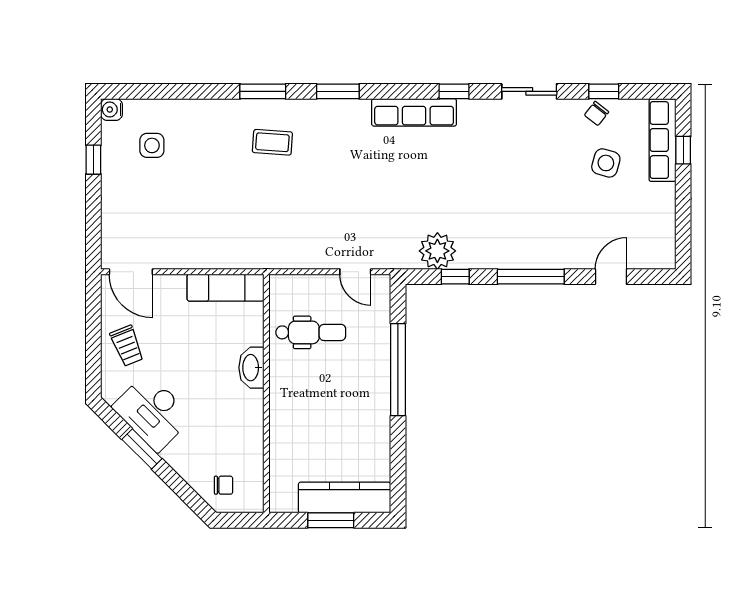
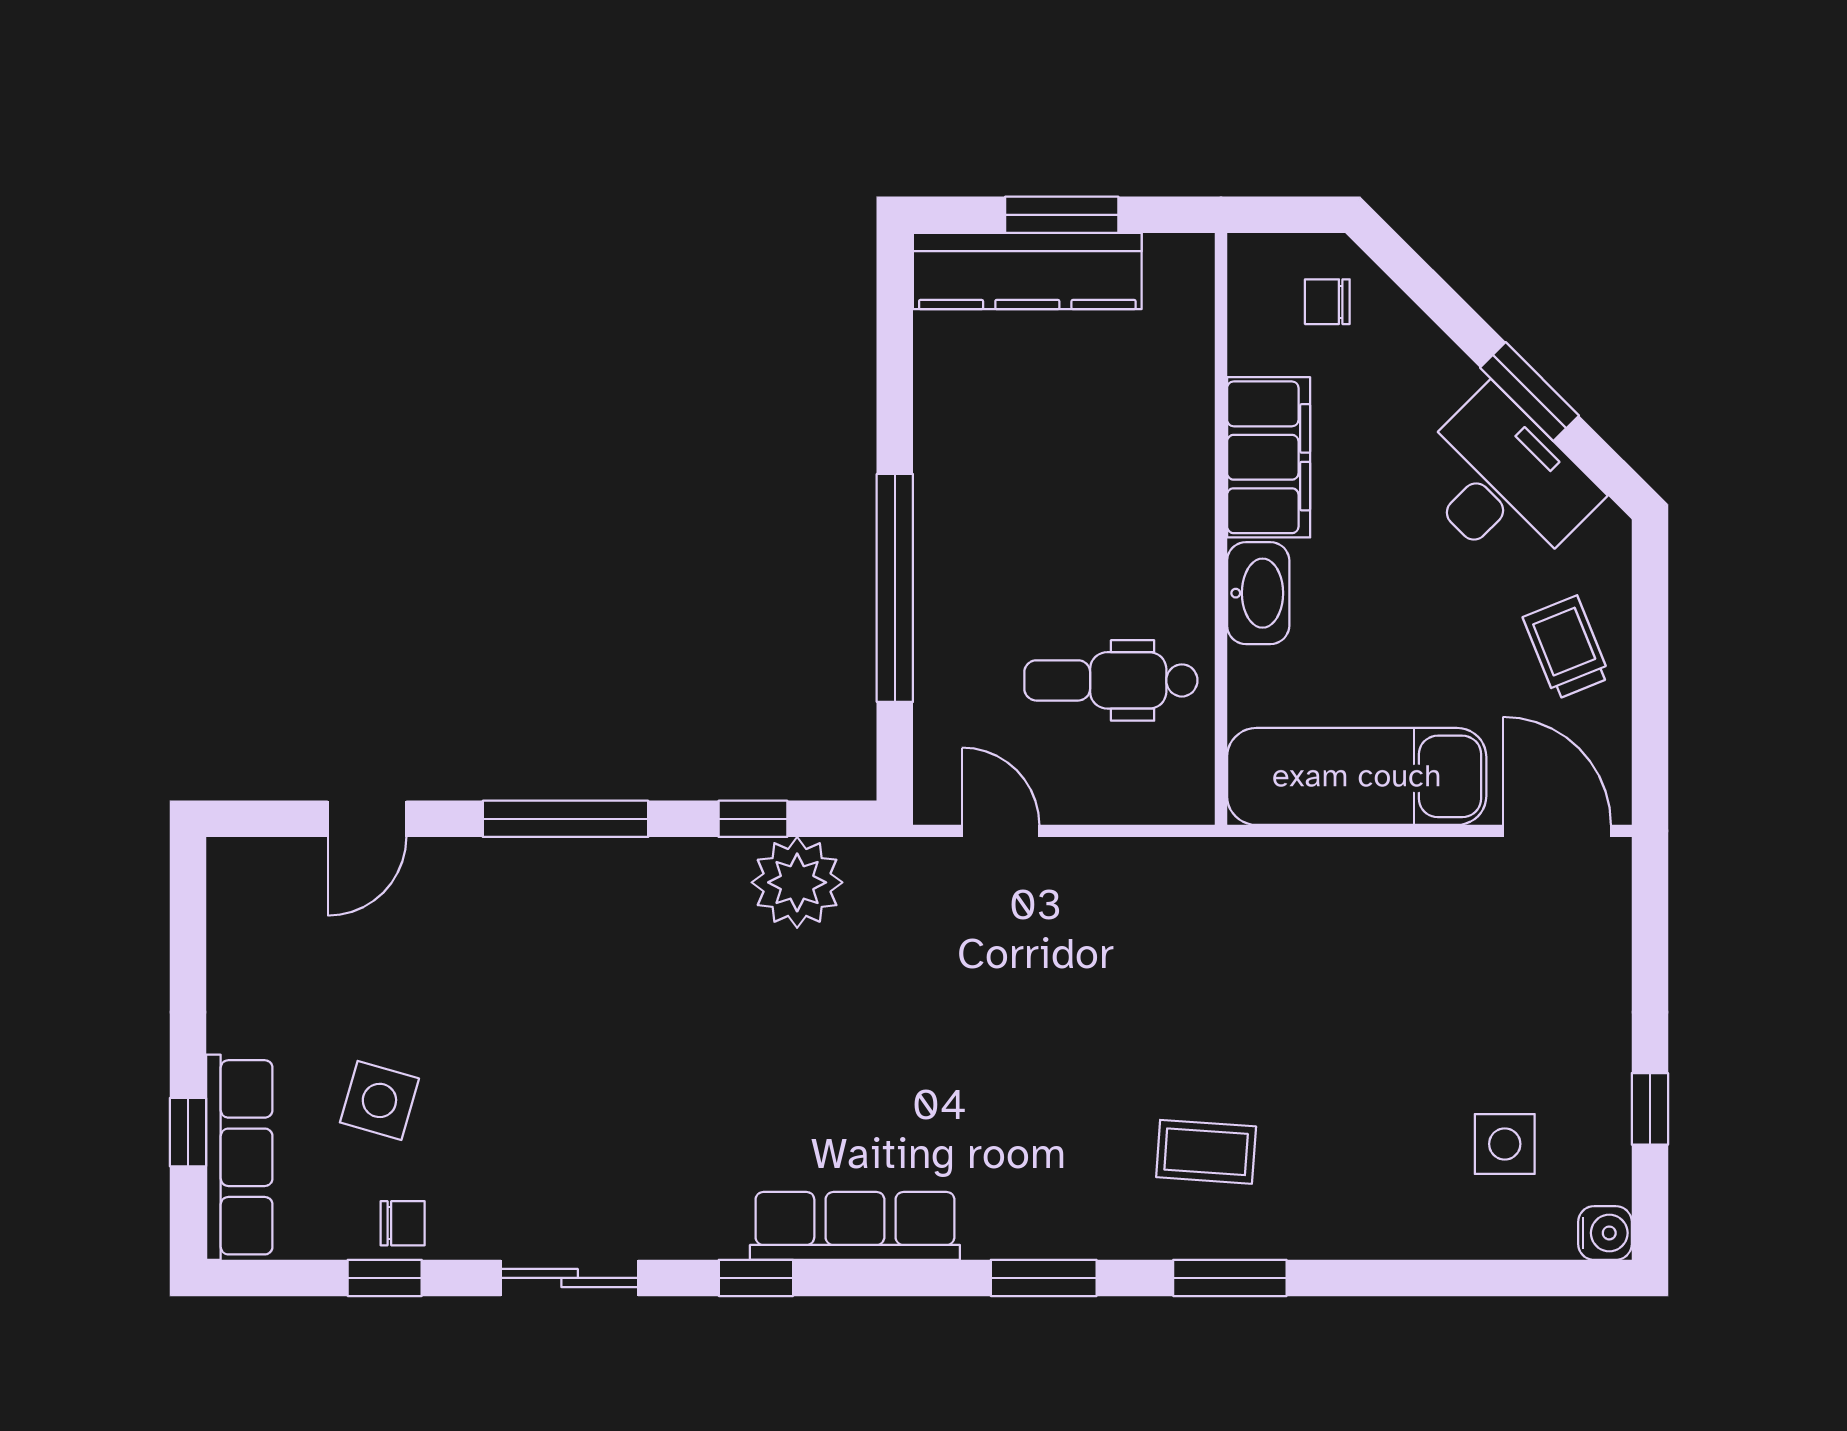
chair: (597, 113) -> (403, 1223), turned 52
exam couch: (226, 288) -> (1357, 776), width x1.36, depth x1.45
filing cabinet: (247, 422) -> (1269, 457), added

